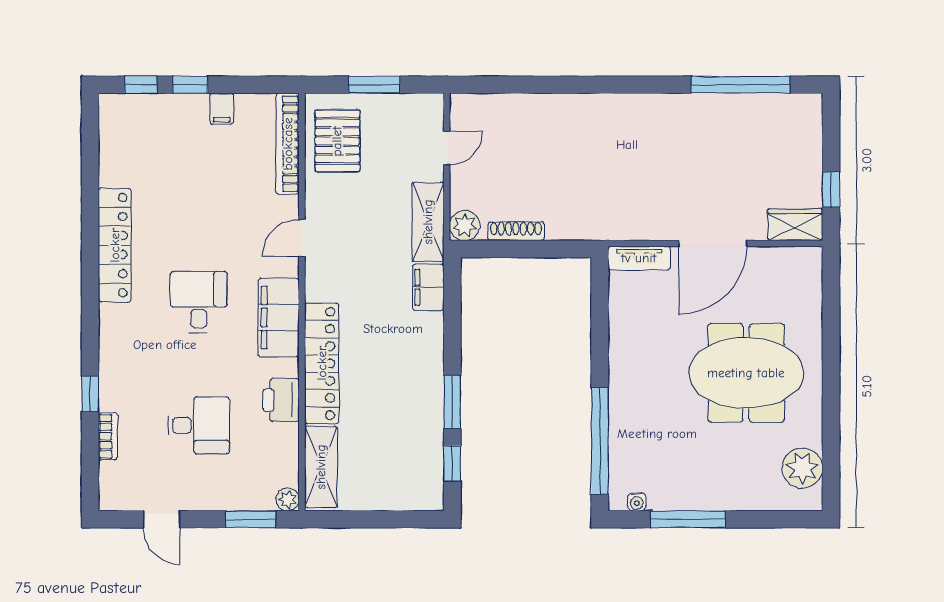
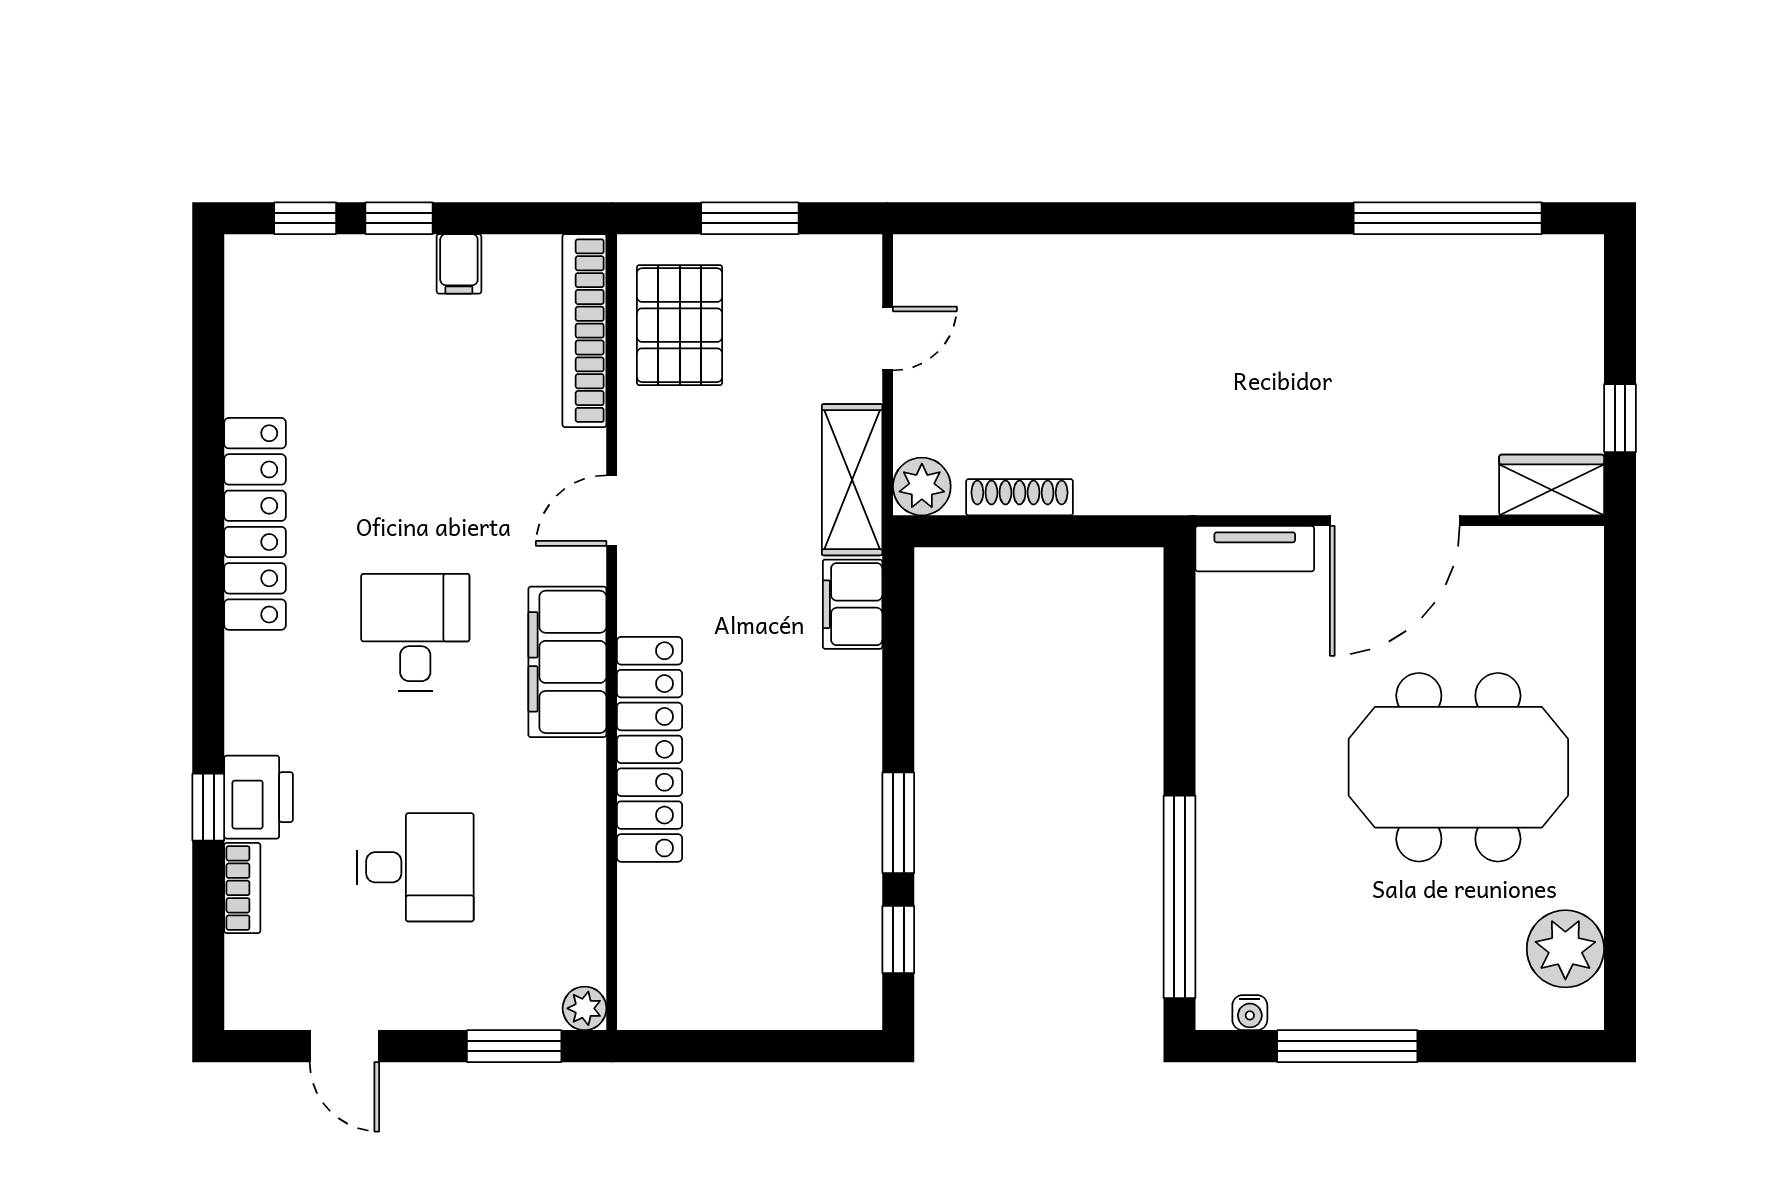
printer: (281, 400) -> (259, 797), moved, turned 180
shelving: (321, 467) -> (648, 946), removed

